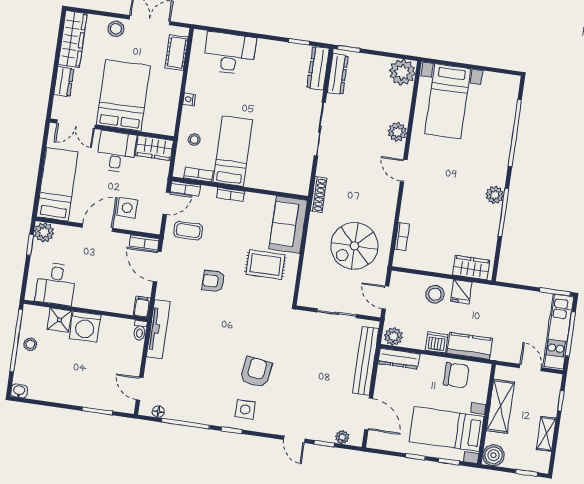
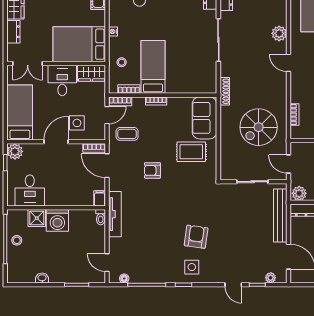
bed: (123, 95) -> (79, 44), moved, turned -90
washbasin: (19, 391) -> (42, 278), moved

